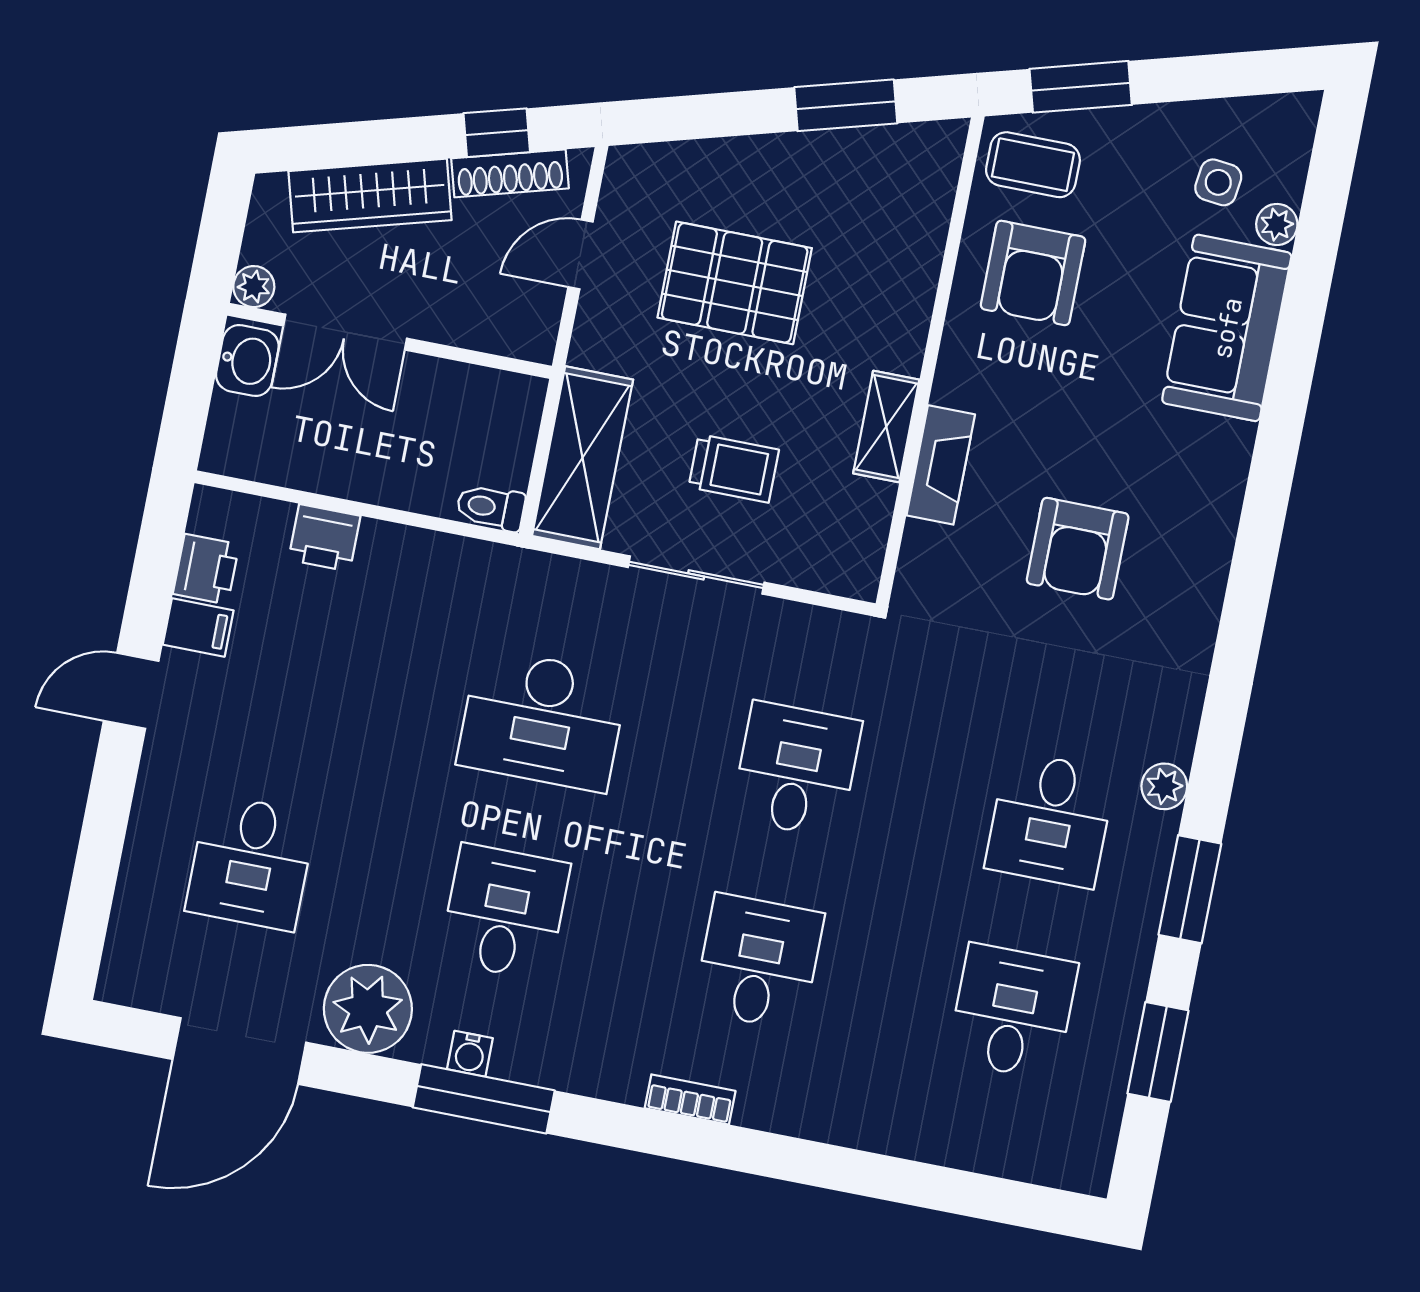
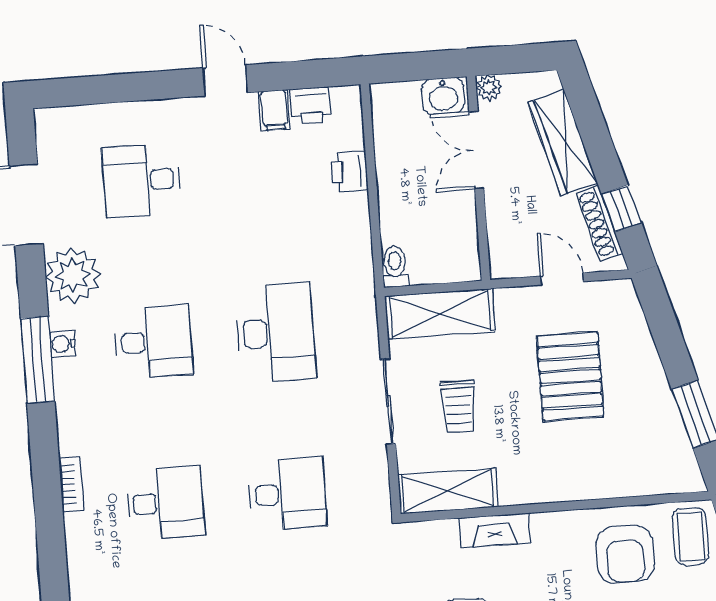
armchair: (1033, 273) -> (625, 554), turned -90
shelving: (886, 427) -> (448, 491), moved, width x1.50, depth x1.33
desk: (542, 720) -> (275, 333), turned 180

